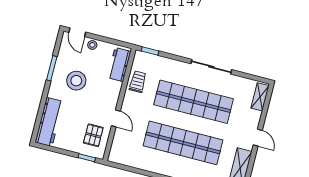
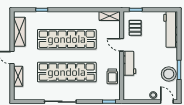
workbench: (119, 65) -> (129, 63), moved
stool: (76, 81) -> (169, 74), moved
shelving: (260, 97) -> (18, 76), moved
shelving: (122, 158) -> (110, 16), added

